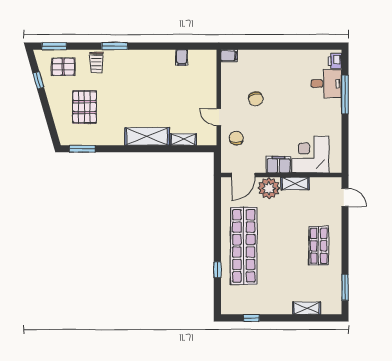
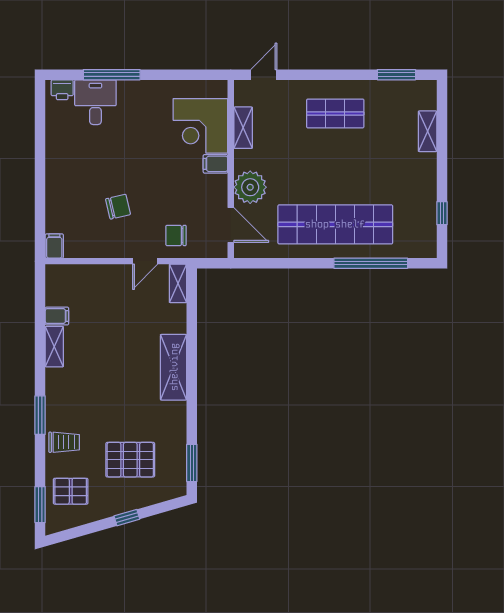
shelving: (161, 56) -> (54, 347), added
pallet: (63, 67) -> (71, 491), turned 90
window: (38, 80) -> (127, 518), moved
shelving: (183, 139) -> (178, 283), moved
filing cabinet: (278, 165) -> (215, 164), width x0.50
shelving: (295, 183) -> (243, 128), moved
window: (217, 270) -> (371, 263), width x3.17

